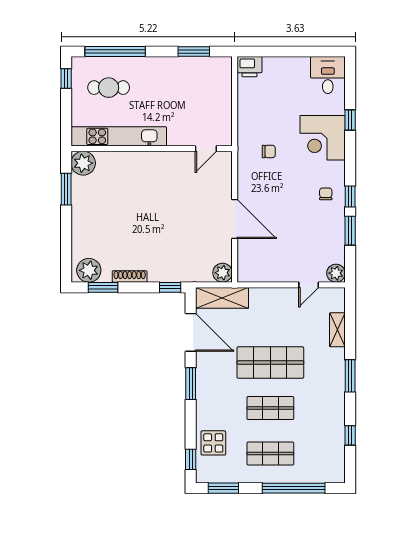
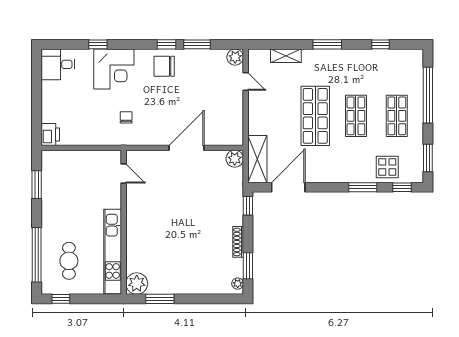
chair: (326, 194) -> (164, 66), width x1.87, depth x1.87
plant: (89, 270) -> (238, 284), width x0.53, depth x0.53
window: (191, 384) -> (363, 187), moved

